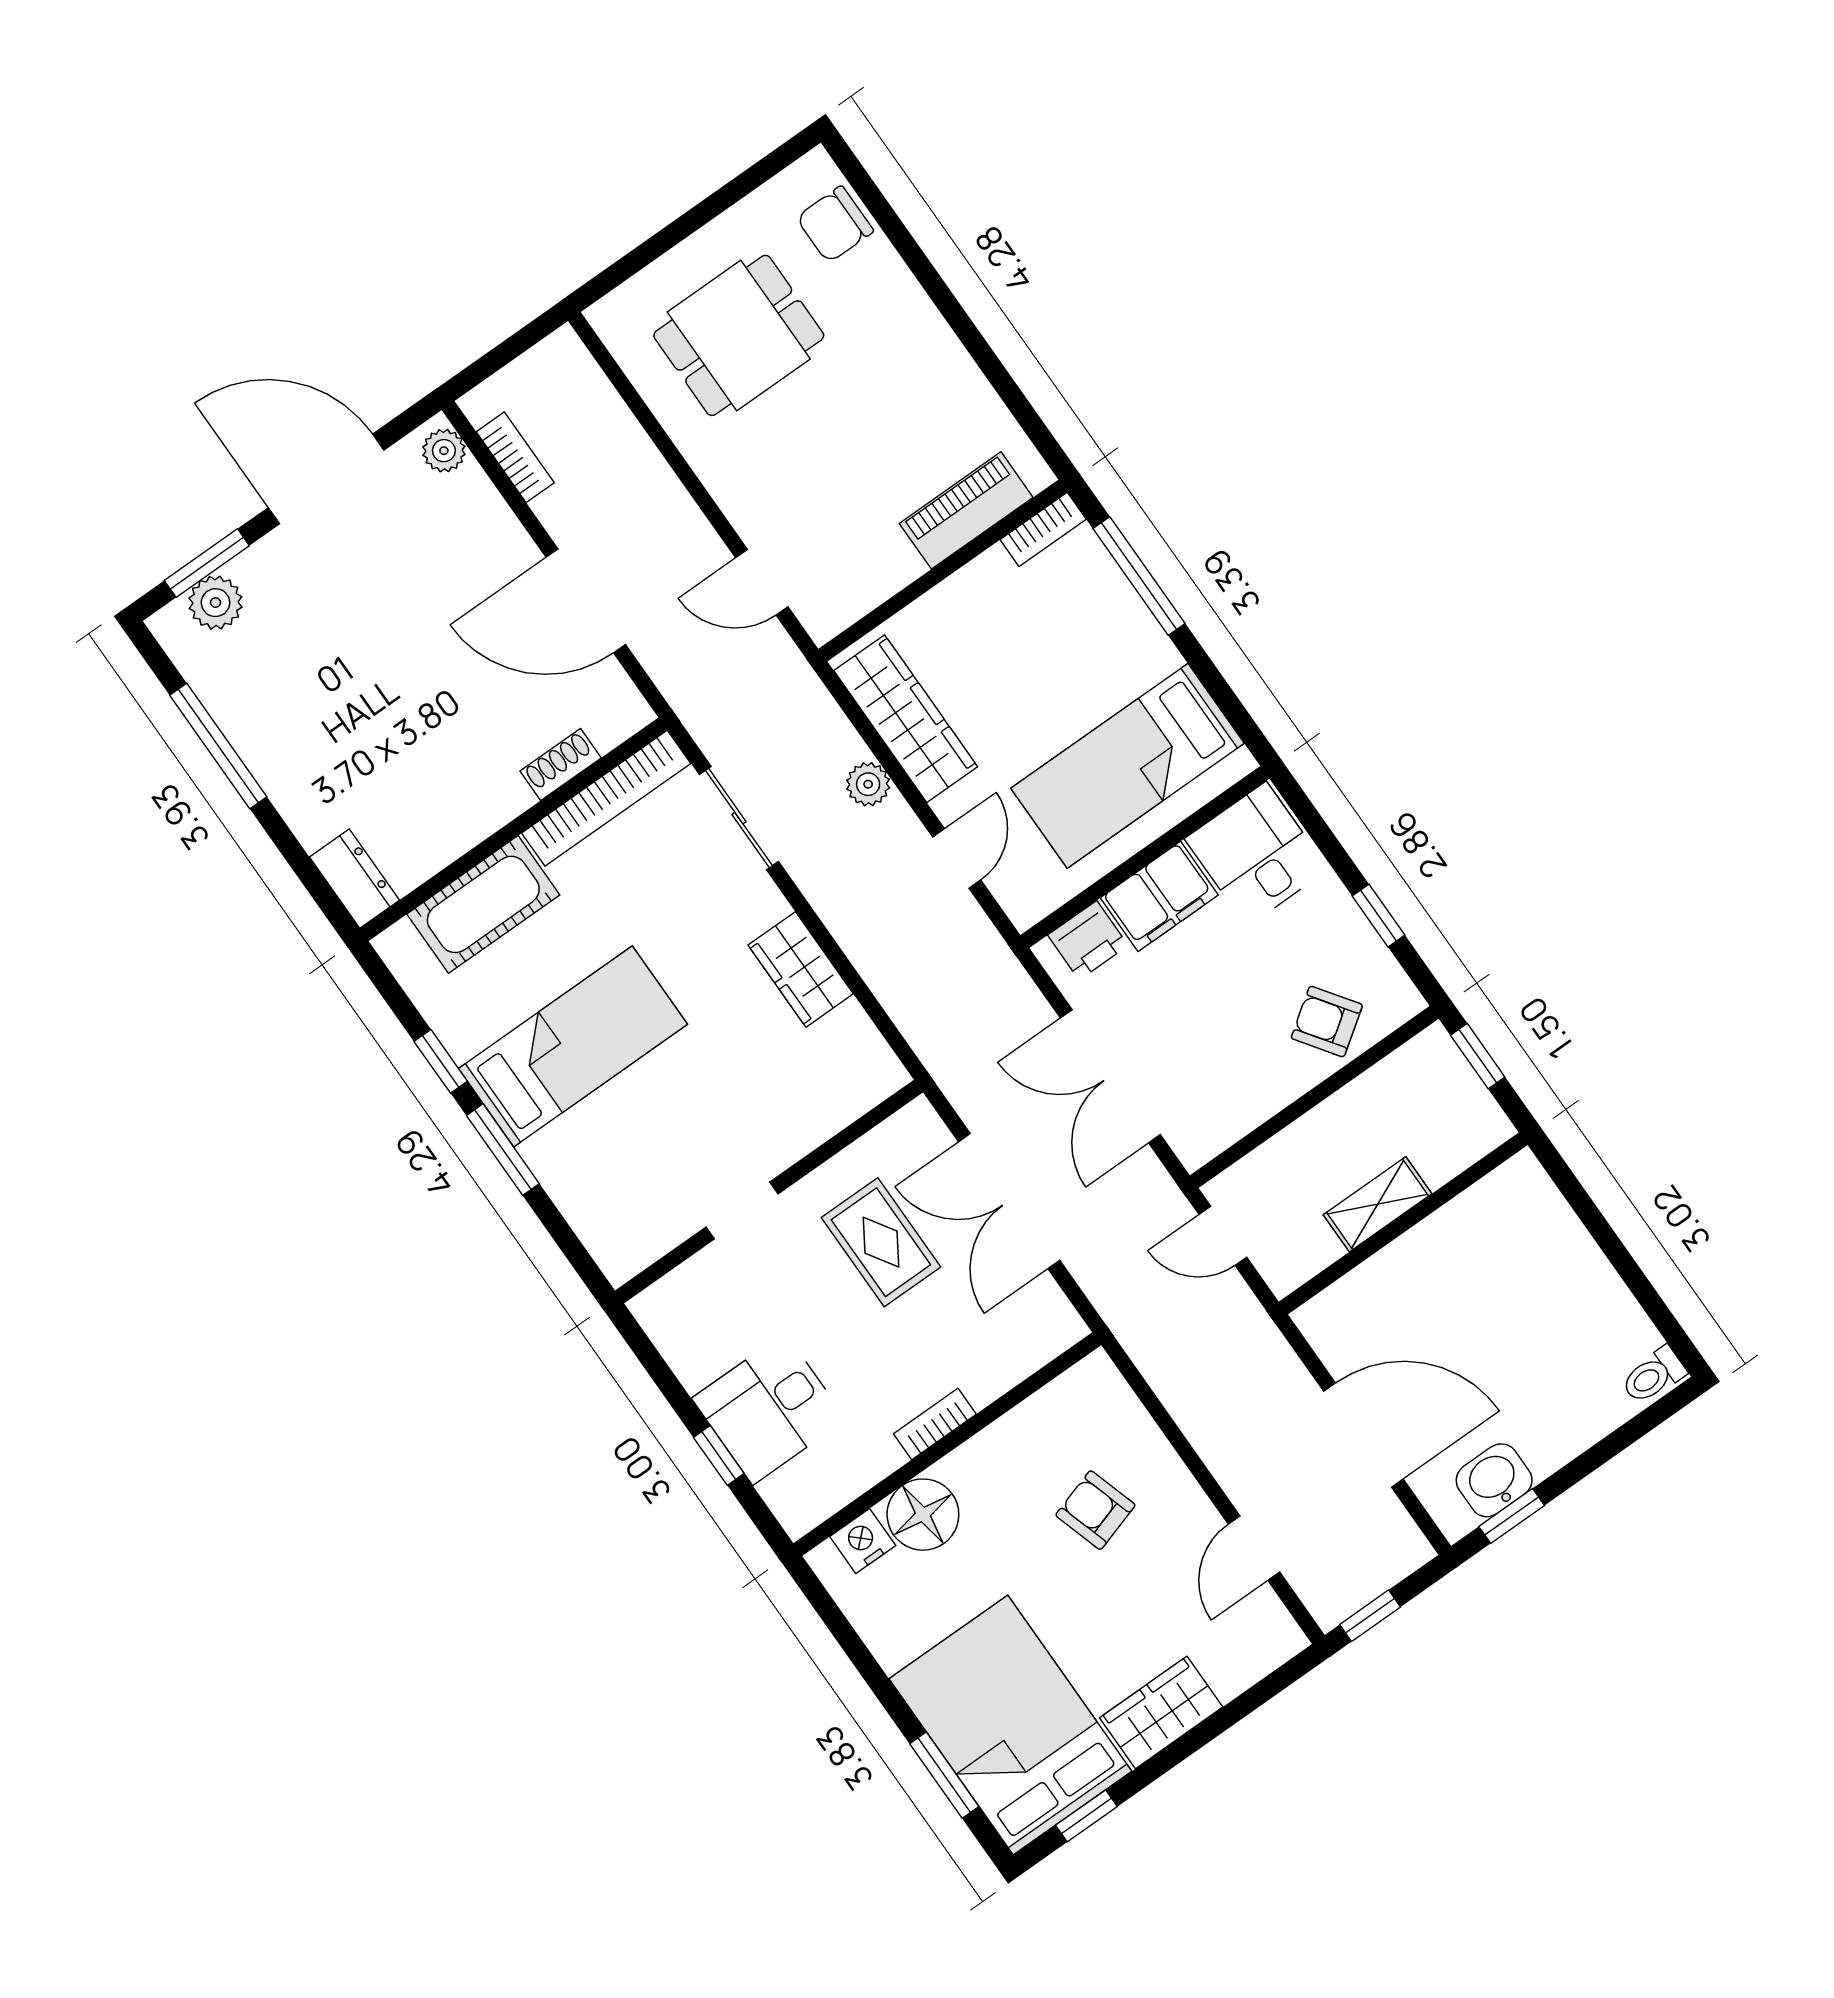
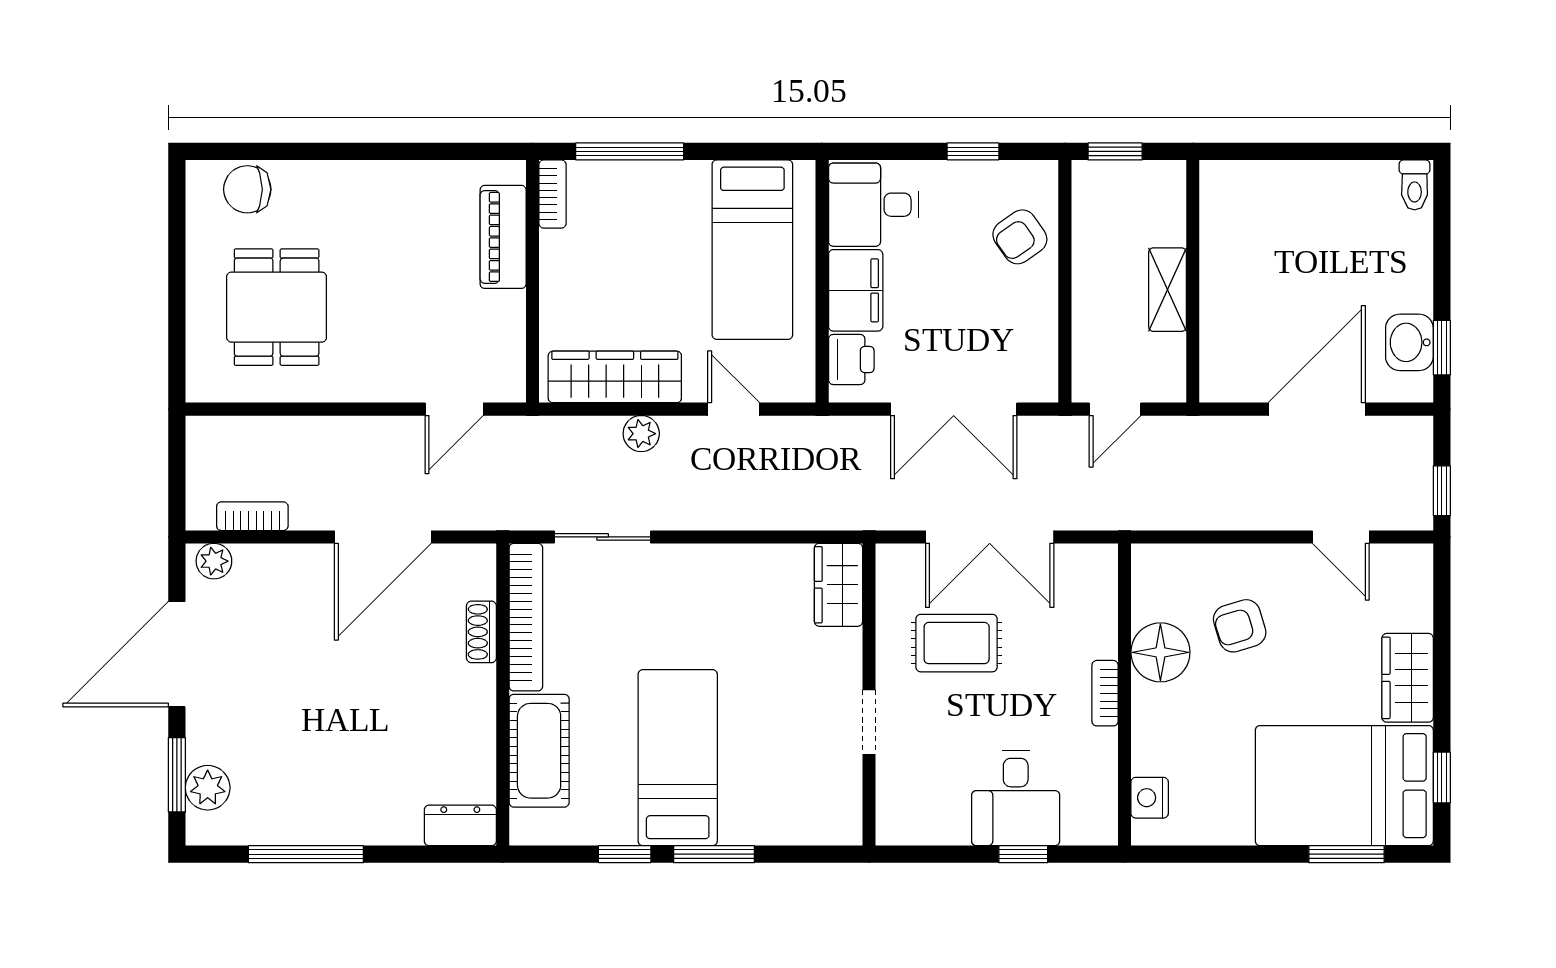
chair: (835, 224) -> (247, 189), turned 90
wardrobe: (801, 969) -> (839, 585), moved, turned 90
floor lamp: (923, 1515) -> (1160, 652), moved

